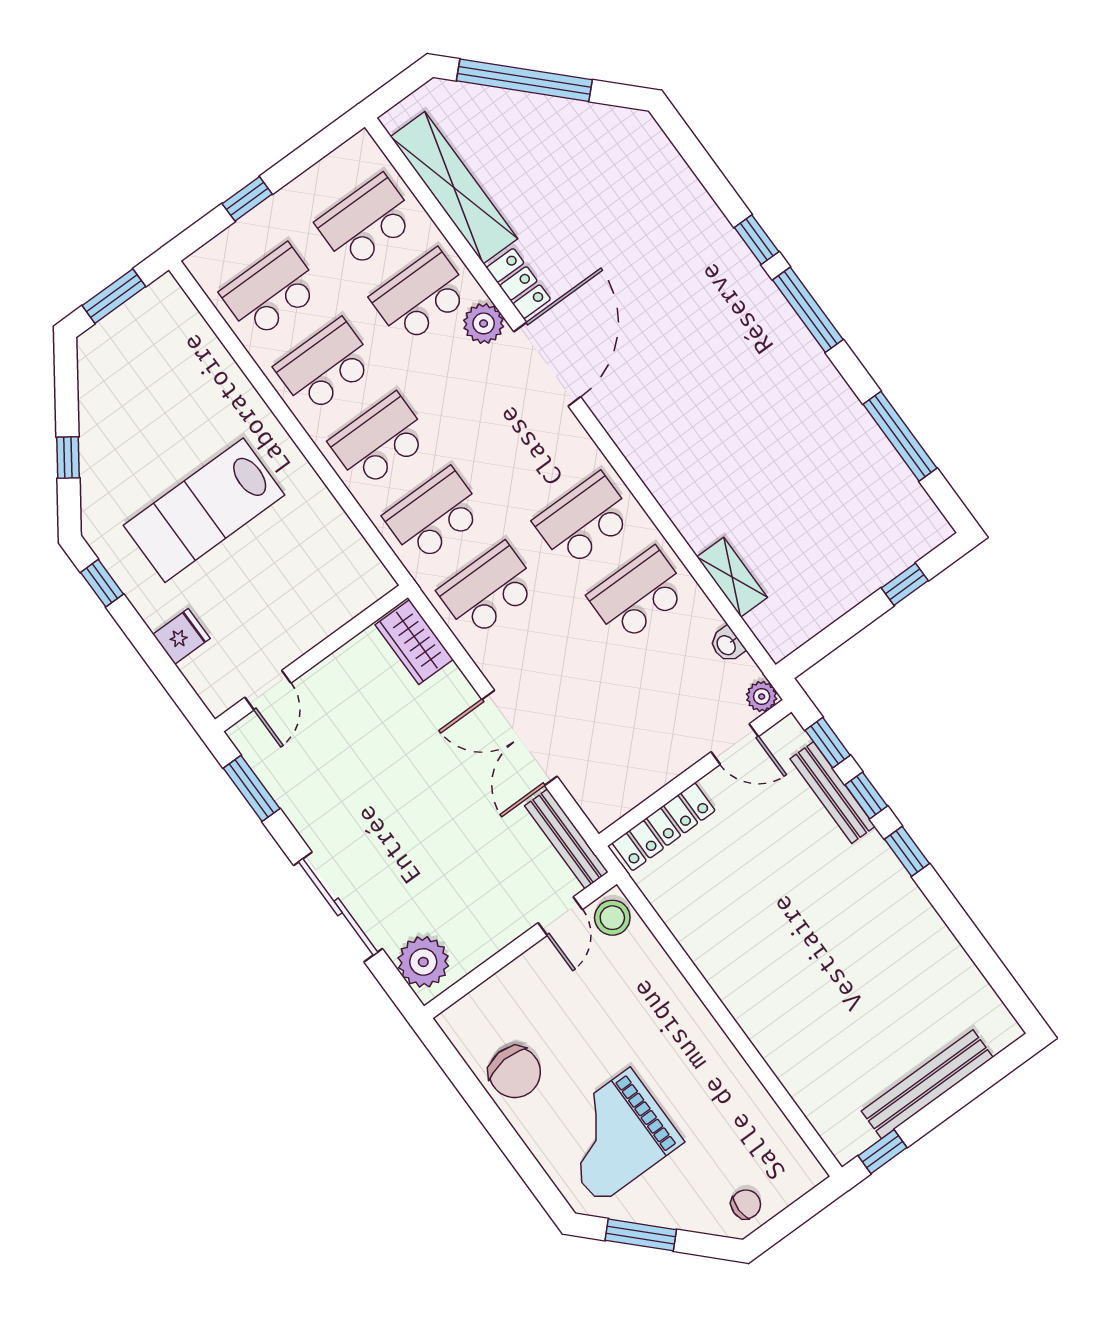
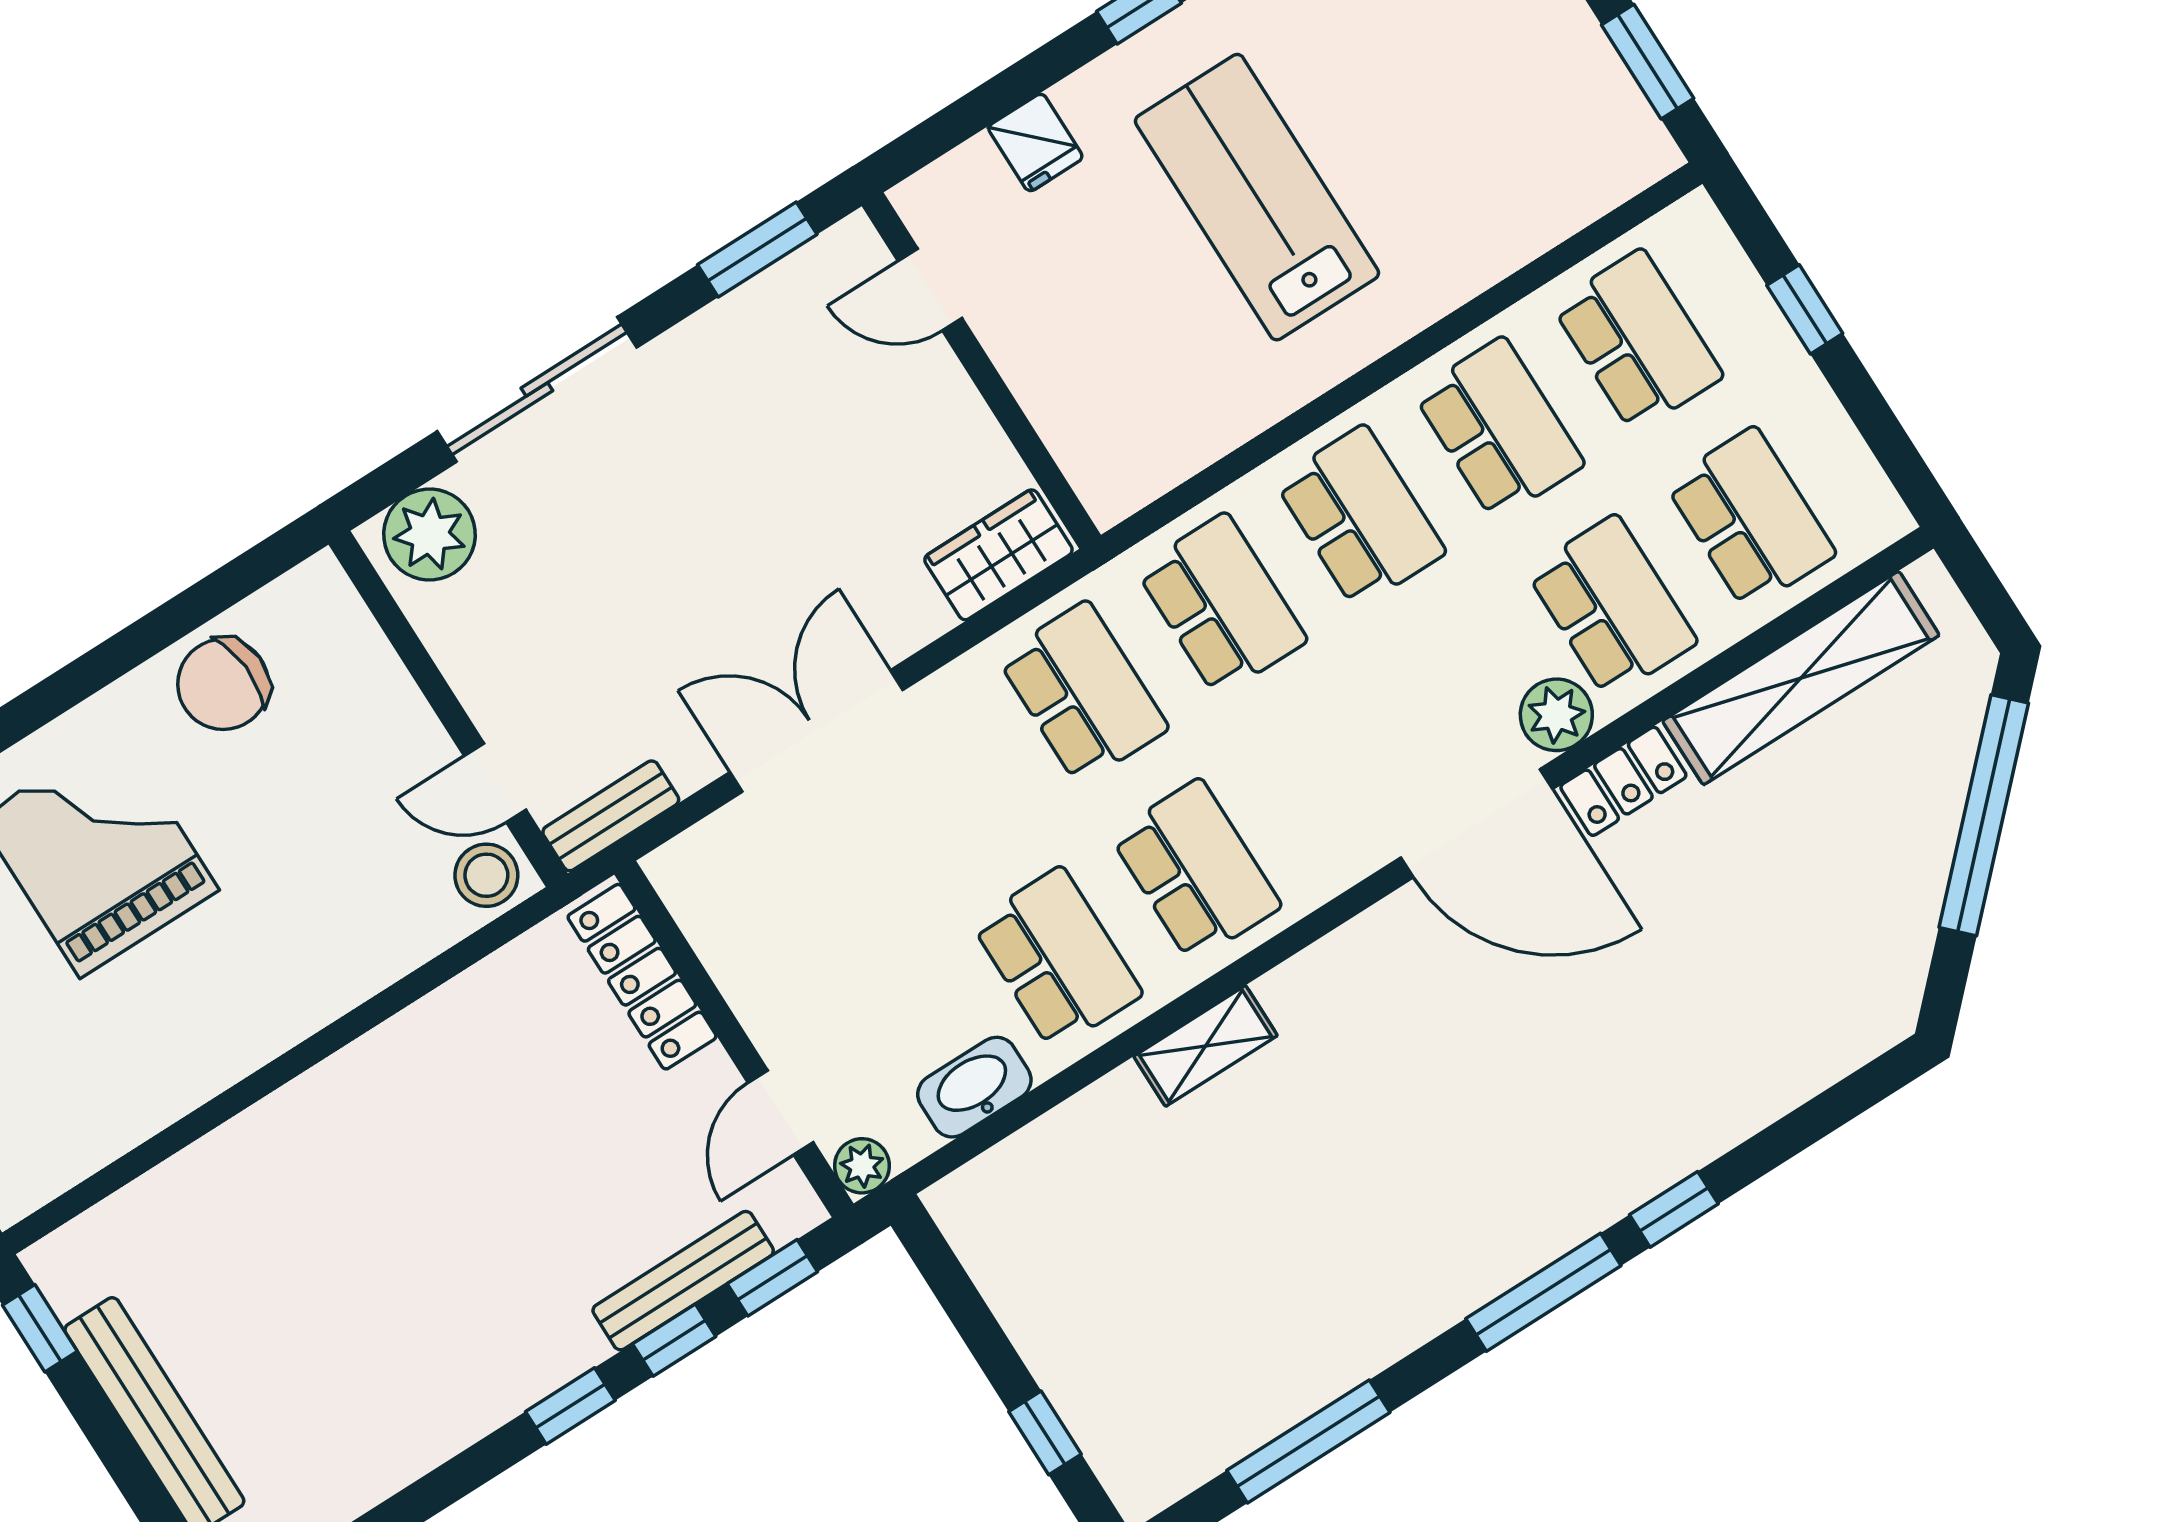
shelving: (732, 577) -> (1206, 1046), moved
washbasin: (727, 645) -> (974, 1087), width x1.91, depth x1.45
bench: (566, 839) -> (611, 816), width x0.73

